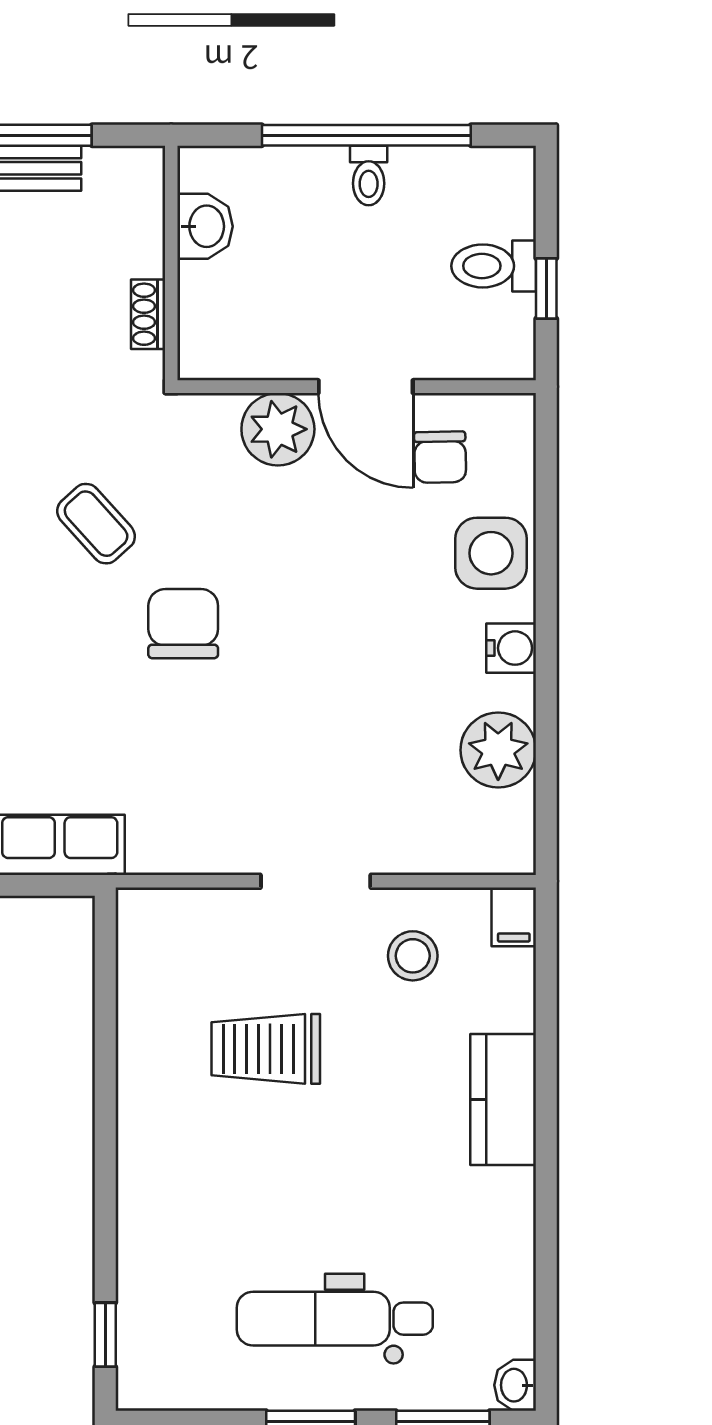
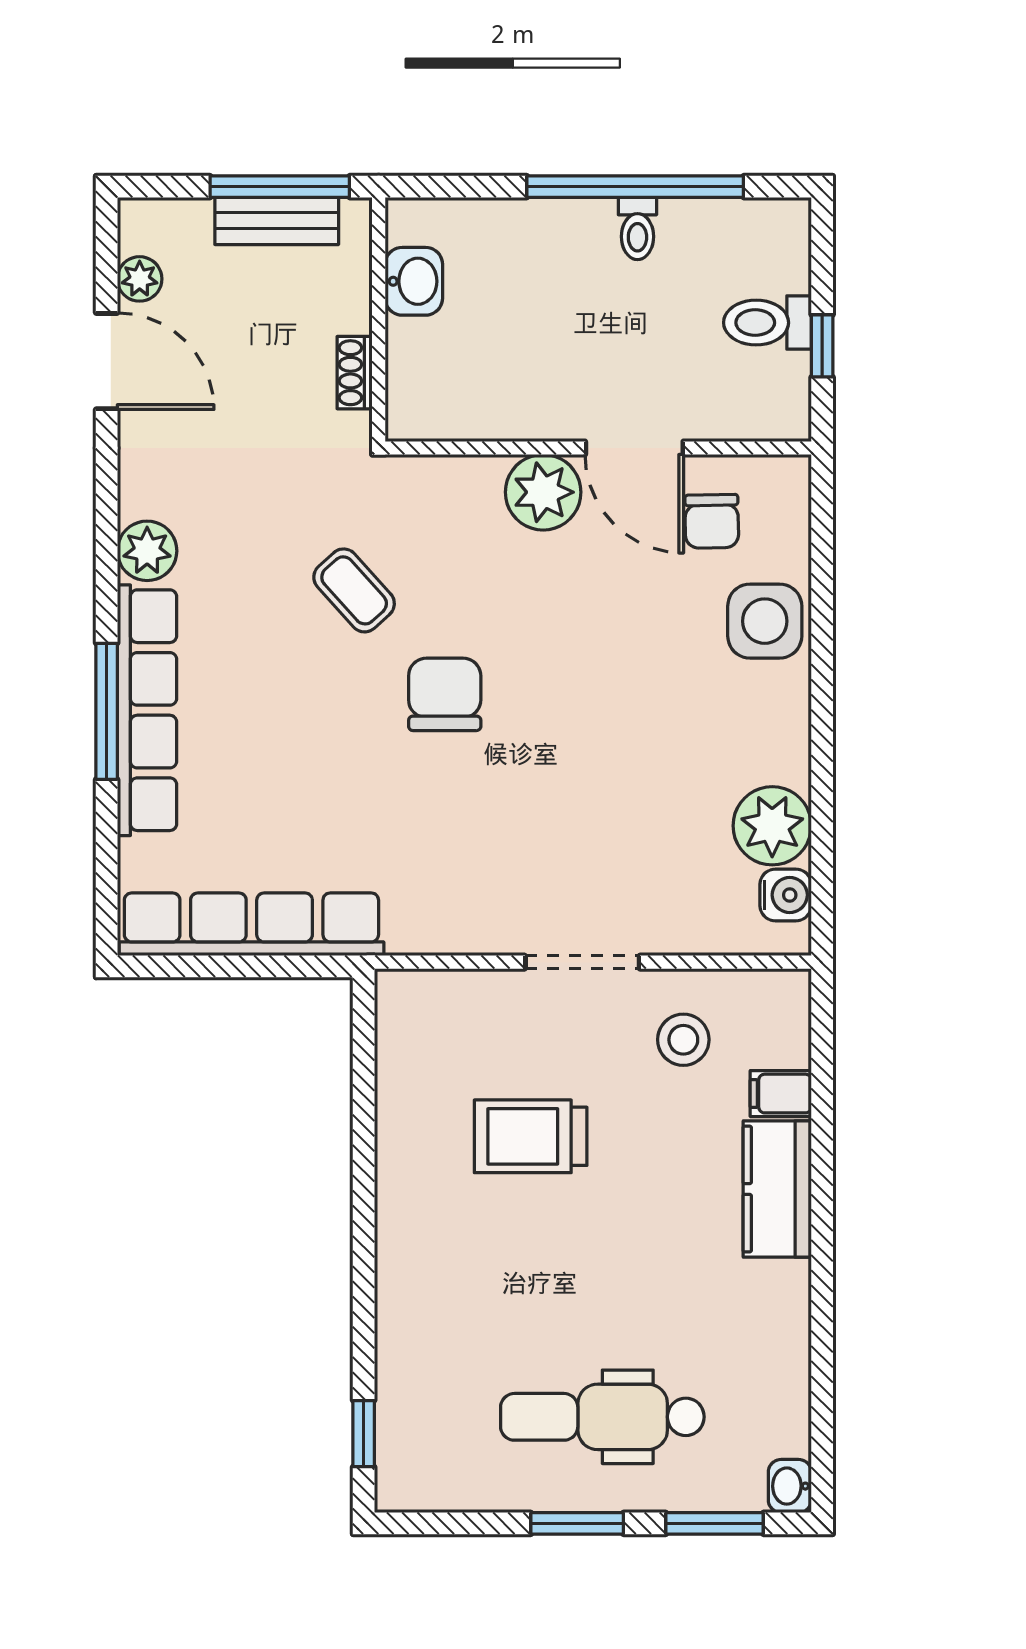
washbasin: (205, 226) -> (414, 281), moved
wall: (171, 263) -> (379, 319), moved
shoe rack: (148, 314) -> (355, 373), moved
water cooler: (511, 648) -> (786, 895), moved
filing cabinet: (514, 917) -> (781, 1094), moved, turned 90

